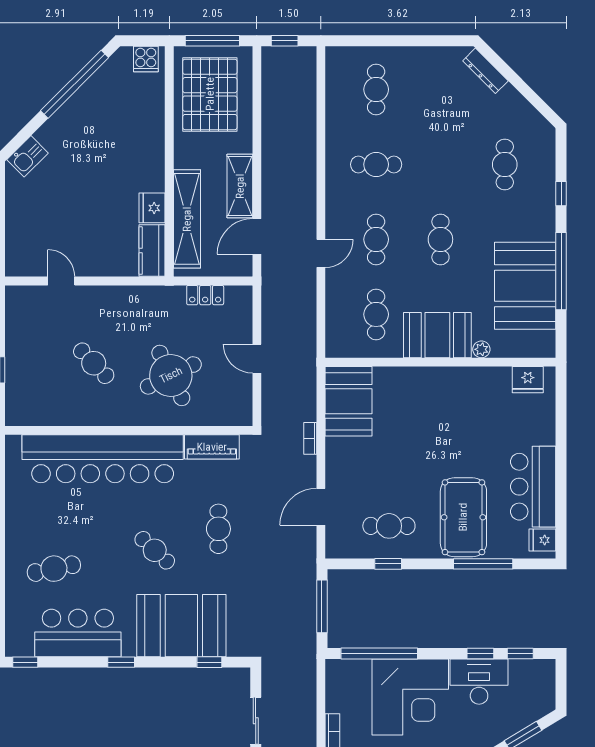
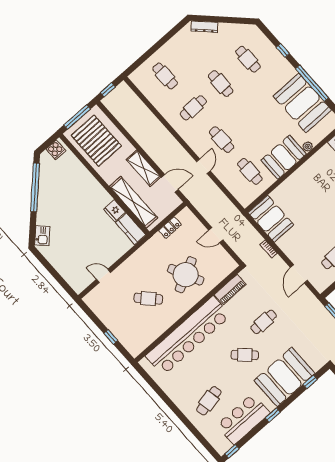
door: (257, 236) -> (170, 183), swing flipped
cafe table: (440, 239) -> (221, 83), moved
cafe table: (218, 529) -> (264, 322), turned 90

